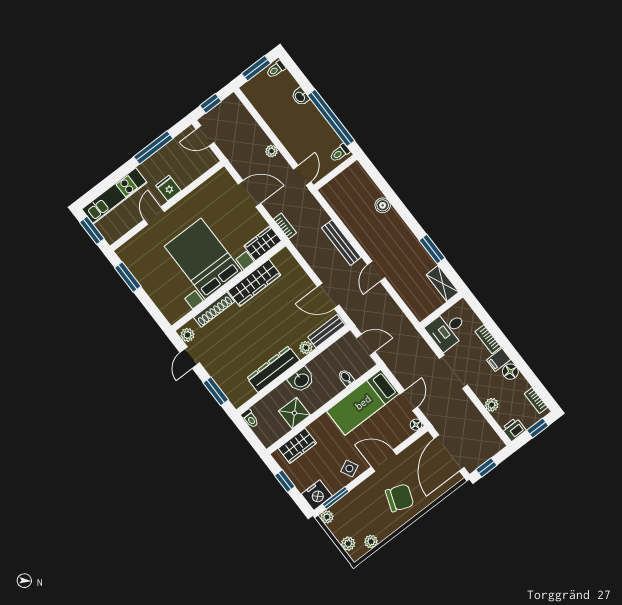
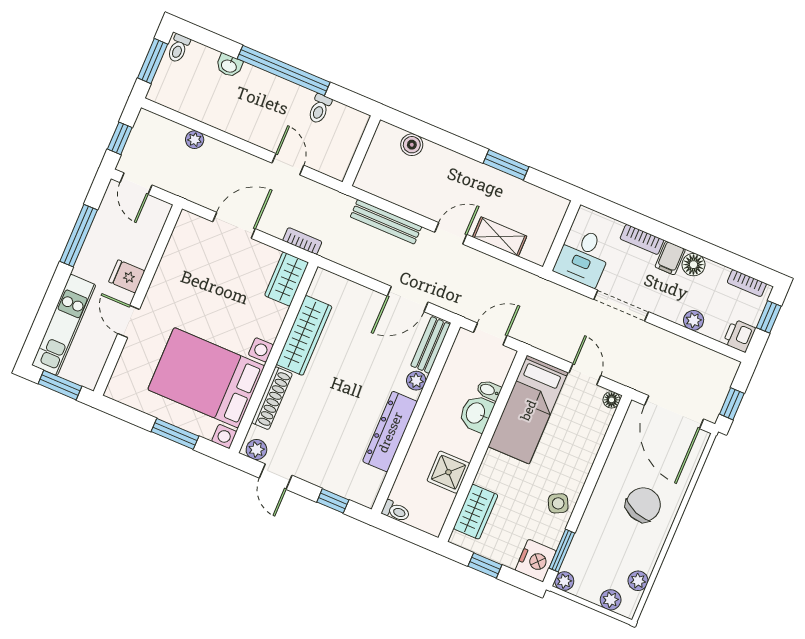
door: (205, 136) -> (136, 184), hinge flipped
plant: (272, 151) -> (195, 140), moved
wall: (335, 172) -> (361, 151), moved
bed with nightstands: (203, 259) -> (206, 378), moved
door: (376, 271) -> (451, 233), swing flipped
window: (128, 277) -> (175, 434), moved
shelving: (443, 283) -> (500, 237), moved
washbasin: (301, 380) -> (476, 413), moved, turned 180
window: (216, 391) -> (333, 501), width x0.67
door: (384, 461) -> (597, 469), removed

